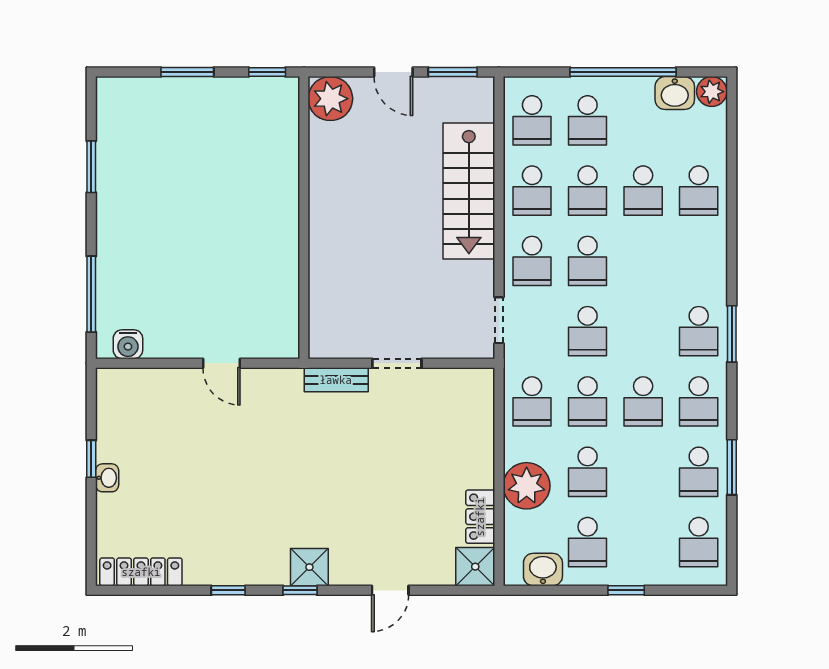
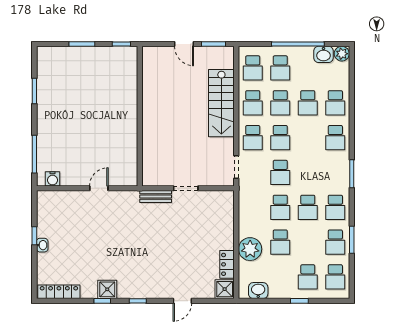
plant: (330, 99) -> (153, 57), removed
school desk: (699, 331) -> (335, 138), moved
door: (221, 363) -> (99, 188), swing flipped
school desk: (532, 401) -> (253, 207), removed
school desk: (588, 542) -> (308, 277), moved
shower: (309, 567) -> (107, 289), moved

